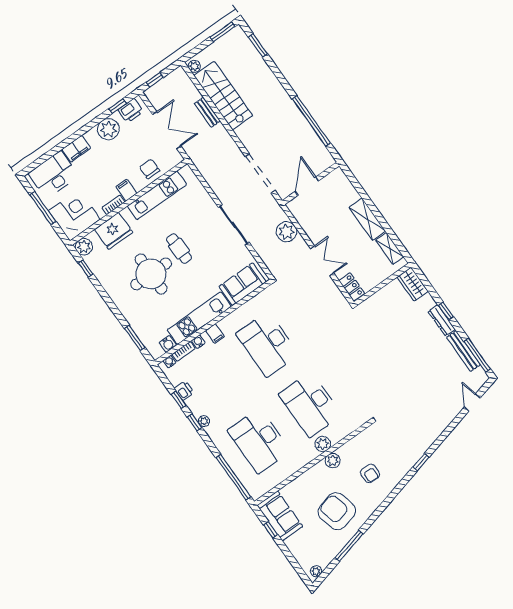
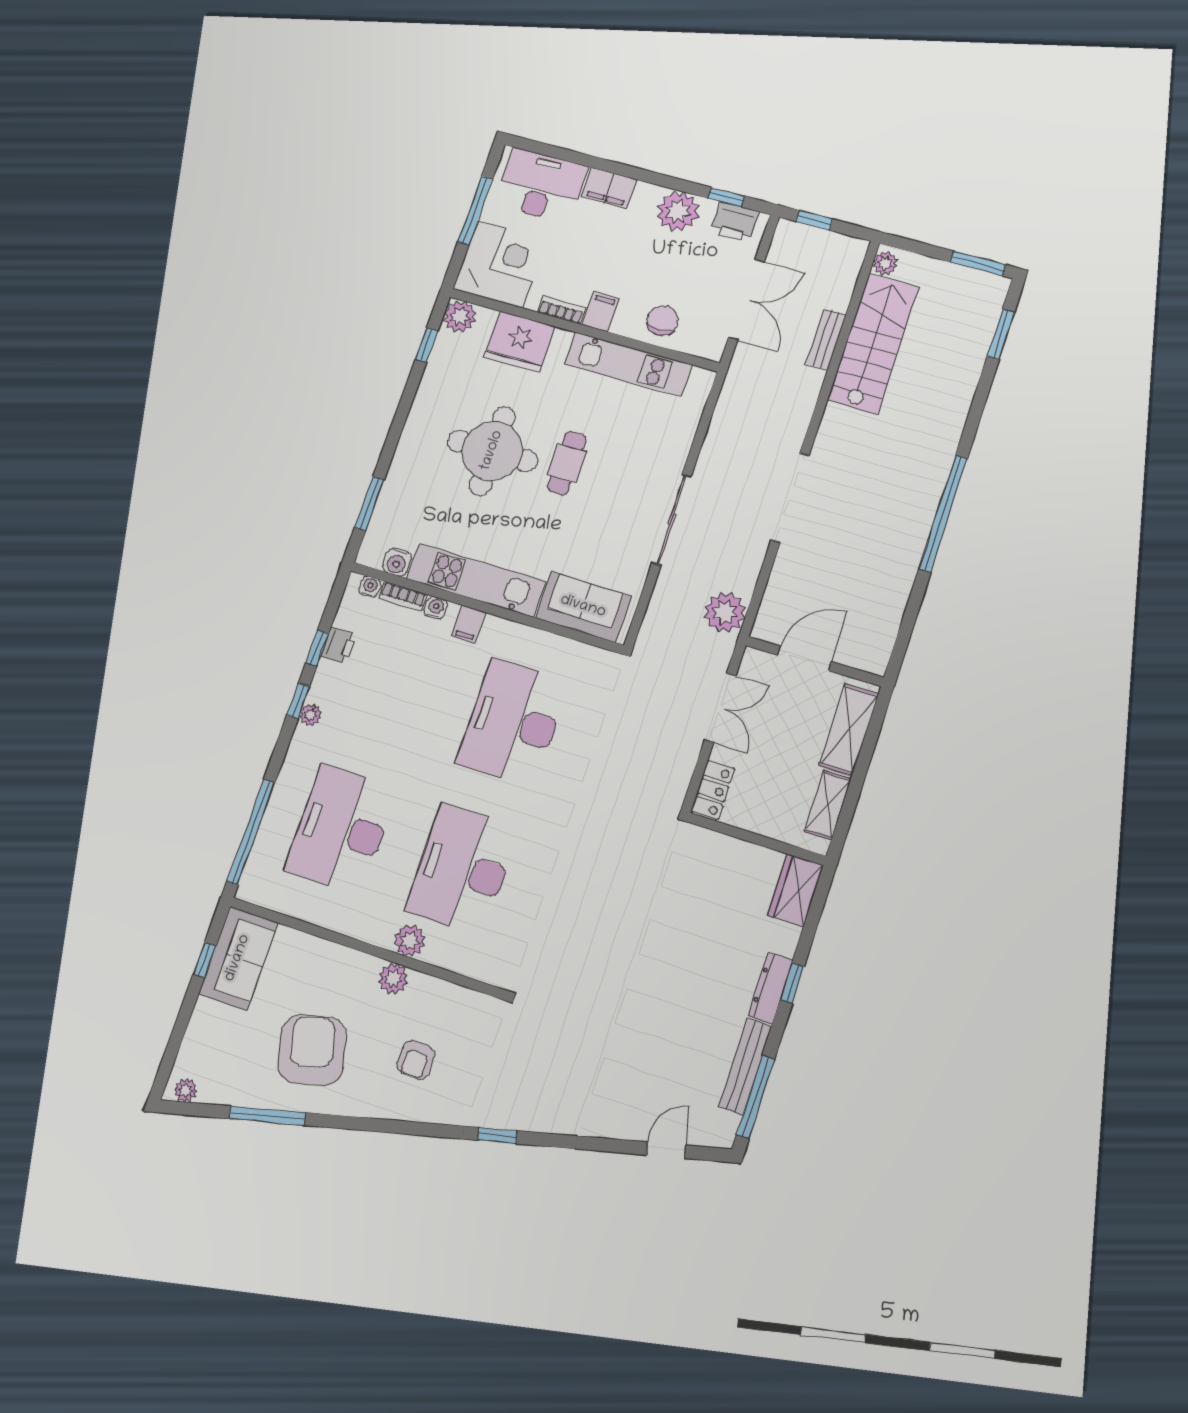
wall: (311, 183) -> (814, 661), moved
door: (307, 186) -> (804, 658), moved

